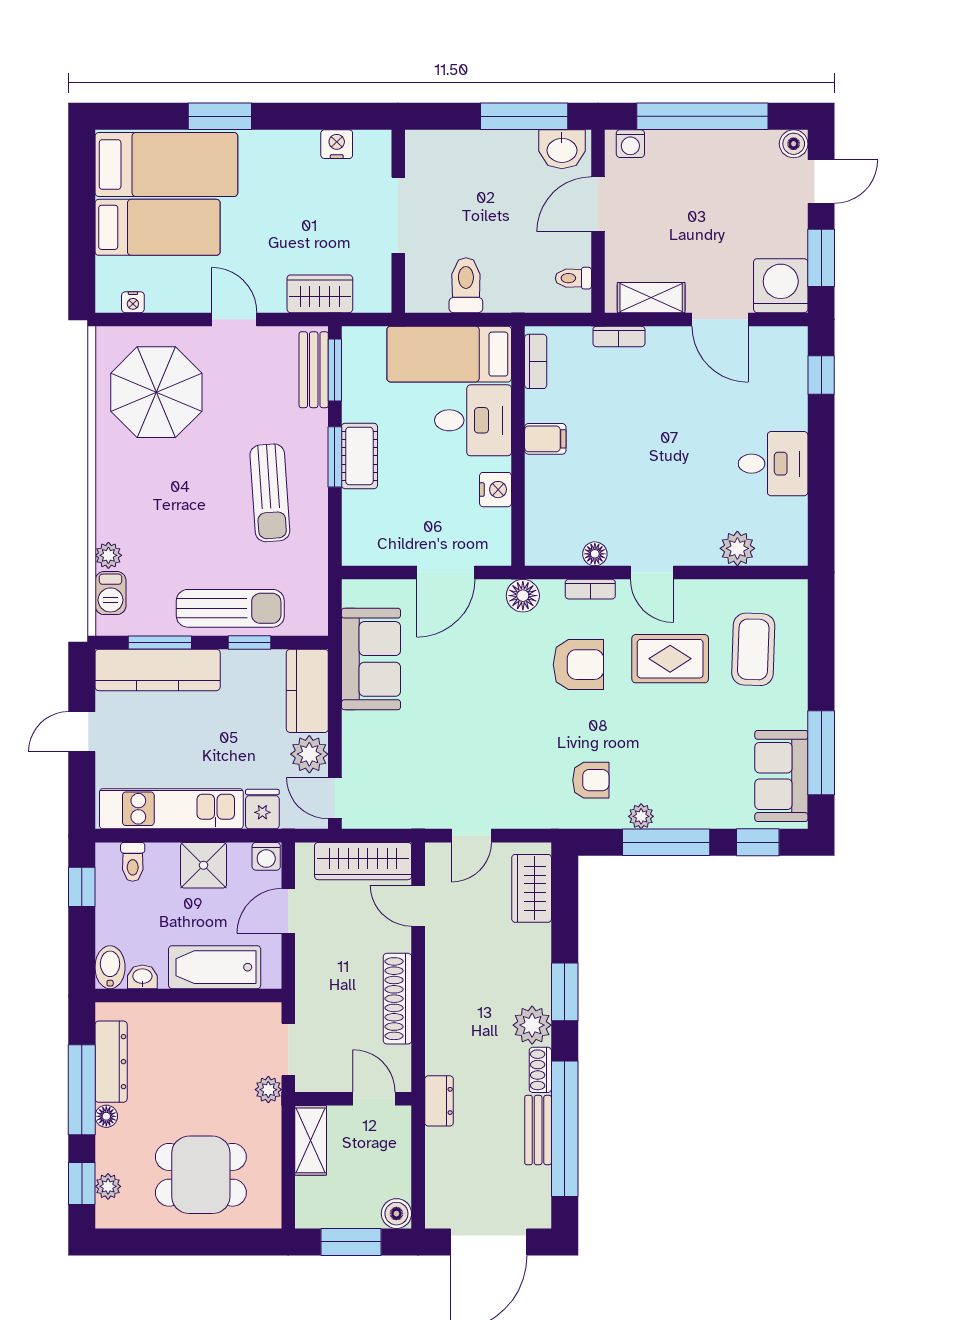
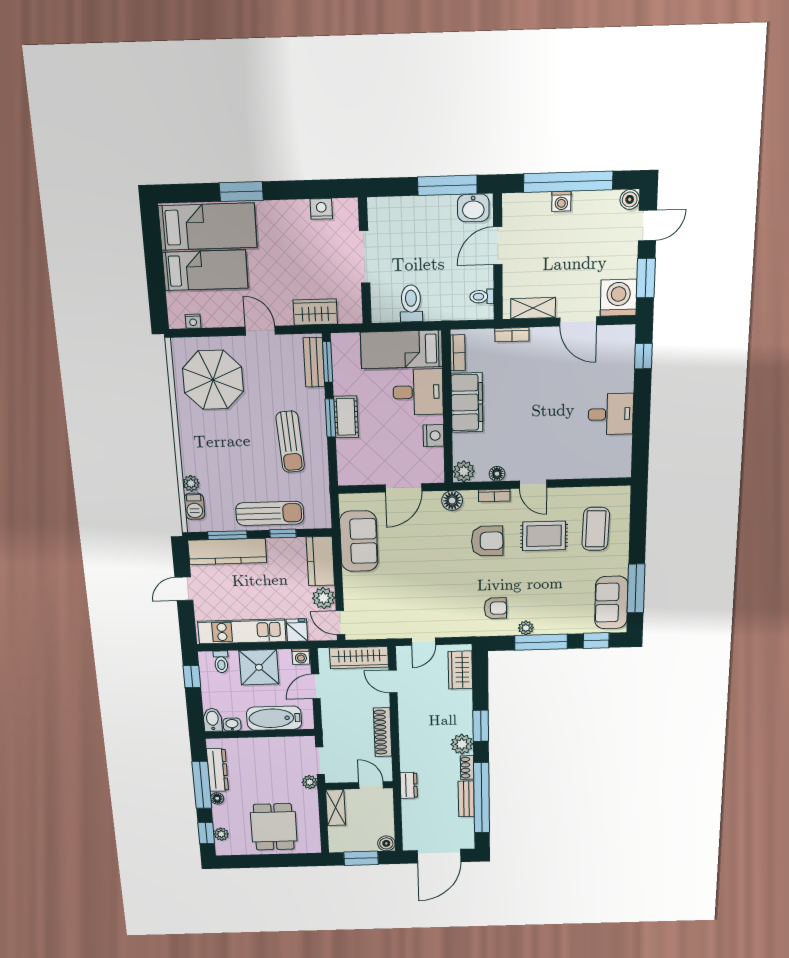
washing machine: (630, 144) -> (561, 201), moved
filing cabinet: (545, 439) -> (467, 403), width x3.00, depth x1.17
plant: (737, 548) -> (464, 471), moved
shower: (204, 865) -> (259, 667), width x1.36, depth x1.36
dining table: (201, 1175) -> (274, 827), turned 90

